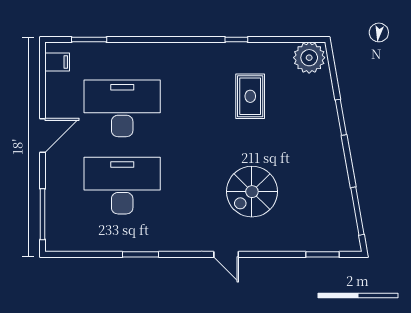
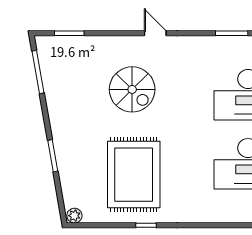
plant: (309, 58) -> (74, 216), width x0.53, depth x0.53
rug: (250, 96) -> (134, 175), width x1.86, depth x2.06
spiral stairs: (252, 192) -> (132, 89), turned 90

